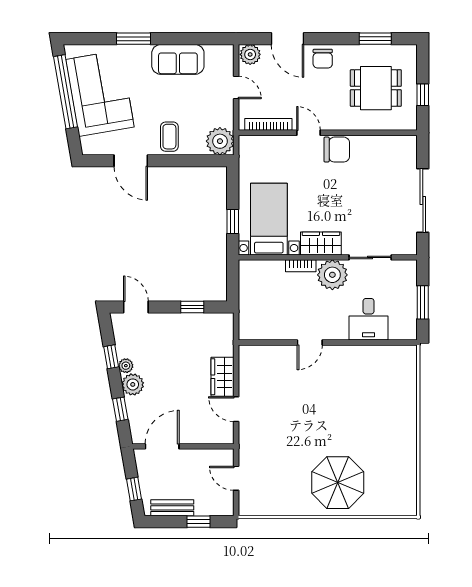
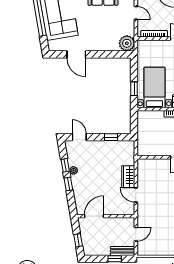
coffee table: (169, 137) -> (98, 41), removed
plant: (133, 384) -> (77, 181), removed
window: (120, 409) -> (68, 184), moved
door: (236, 478) -> (136, 234), swing flipped
bench: (172, 508) -> (123, 251), moved

